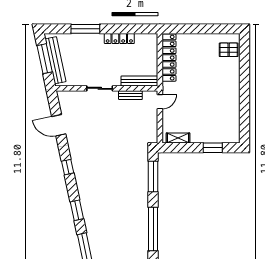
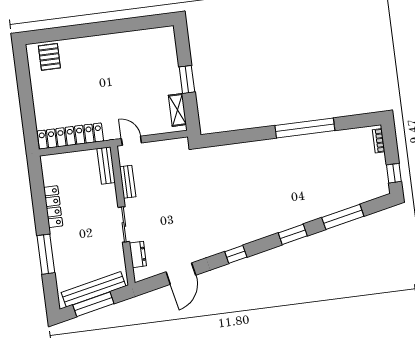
bench: (139, 81) -> (106, 165), width x0.73
dresser: (77, 96) -> (138, 254), added
window: (213, 148) -> (187, 79), moved
window: (153, 177) -> (234, 137), removed

